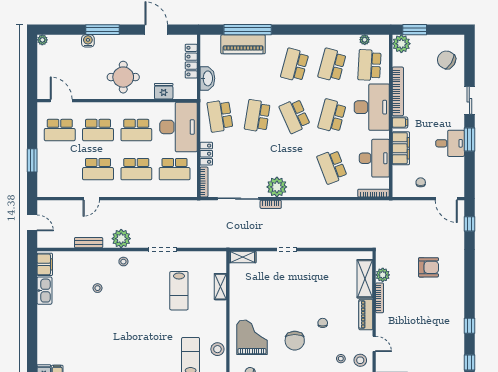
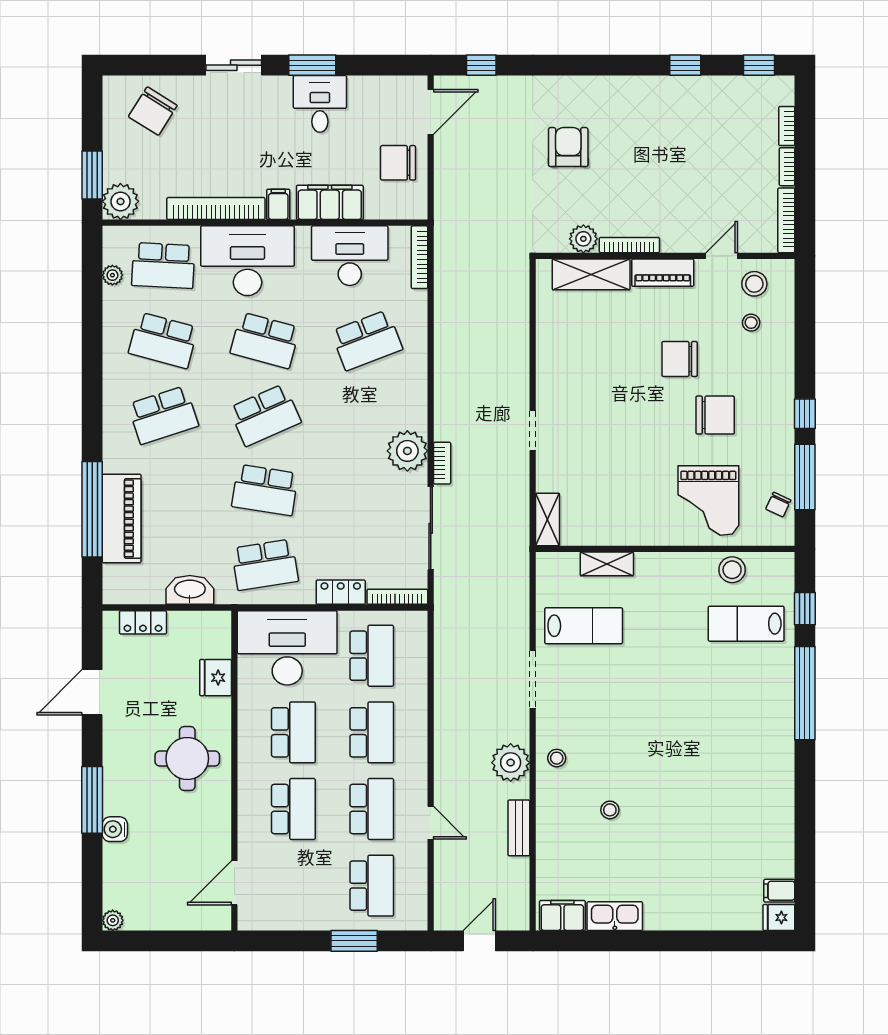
locker: (191, 61) -> (143, 622), width x0.66
school desk: (295, 65) -> (163, 415), turned -33
school desk: (60, 130) -> (372, 886), moved
chair: (421, 182) -> (398, 163), width x1.87, depth x1.87
lab bench: (179, 291) -> (584, 626), moved
chair: (323, 323) -> (680, 359), width x1.87, depth x1.87
grand piano: (252, 337) -> (708, 501), turned -90

